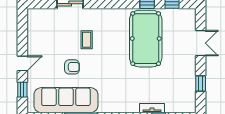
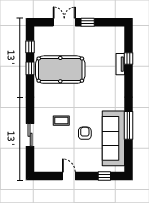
door: (22, 63) -> (69, 176), moved
window: (201, 83) -> (88, 22), moved

